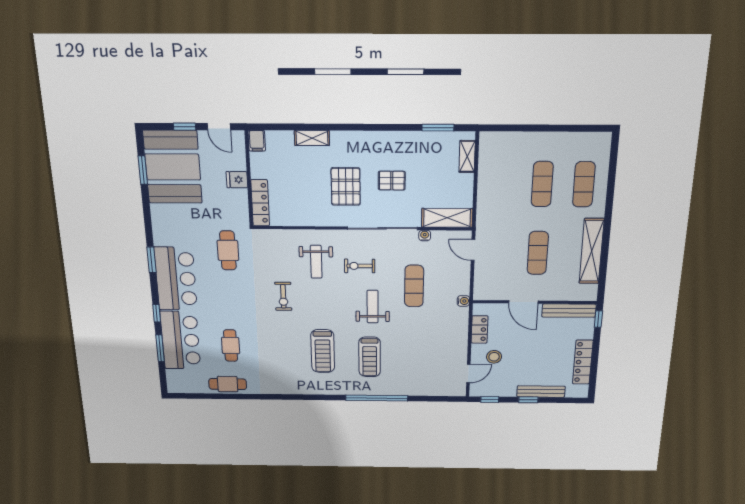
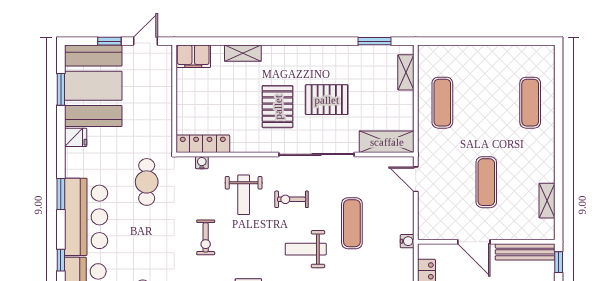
door: (219, 127) -> (146, 41), swing flipped
filing cabinet: (257, 141) -> (193, 56), width x2.00
fridge: (237, 180) -> (76, 137), moved, turned 180
pallet: (392, 181) -> (327, 100), width x1.50, depth x1.42
exercise mat: (542, 184) -> (442, 103), moved
locker: (260, 203) -> (203, 144), moved, turned -90
water cooler: (425, 236) -> (202, 163), moved
shelving: (592, 251) -> (547, 201), width x0.45, depth x0.75
weight bench: (373, 307) -> (306, 249), turned -90

